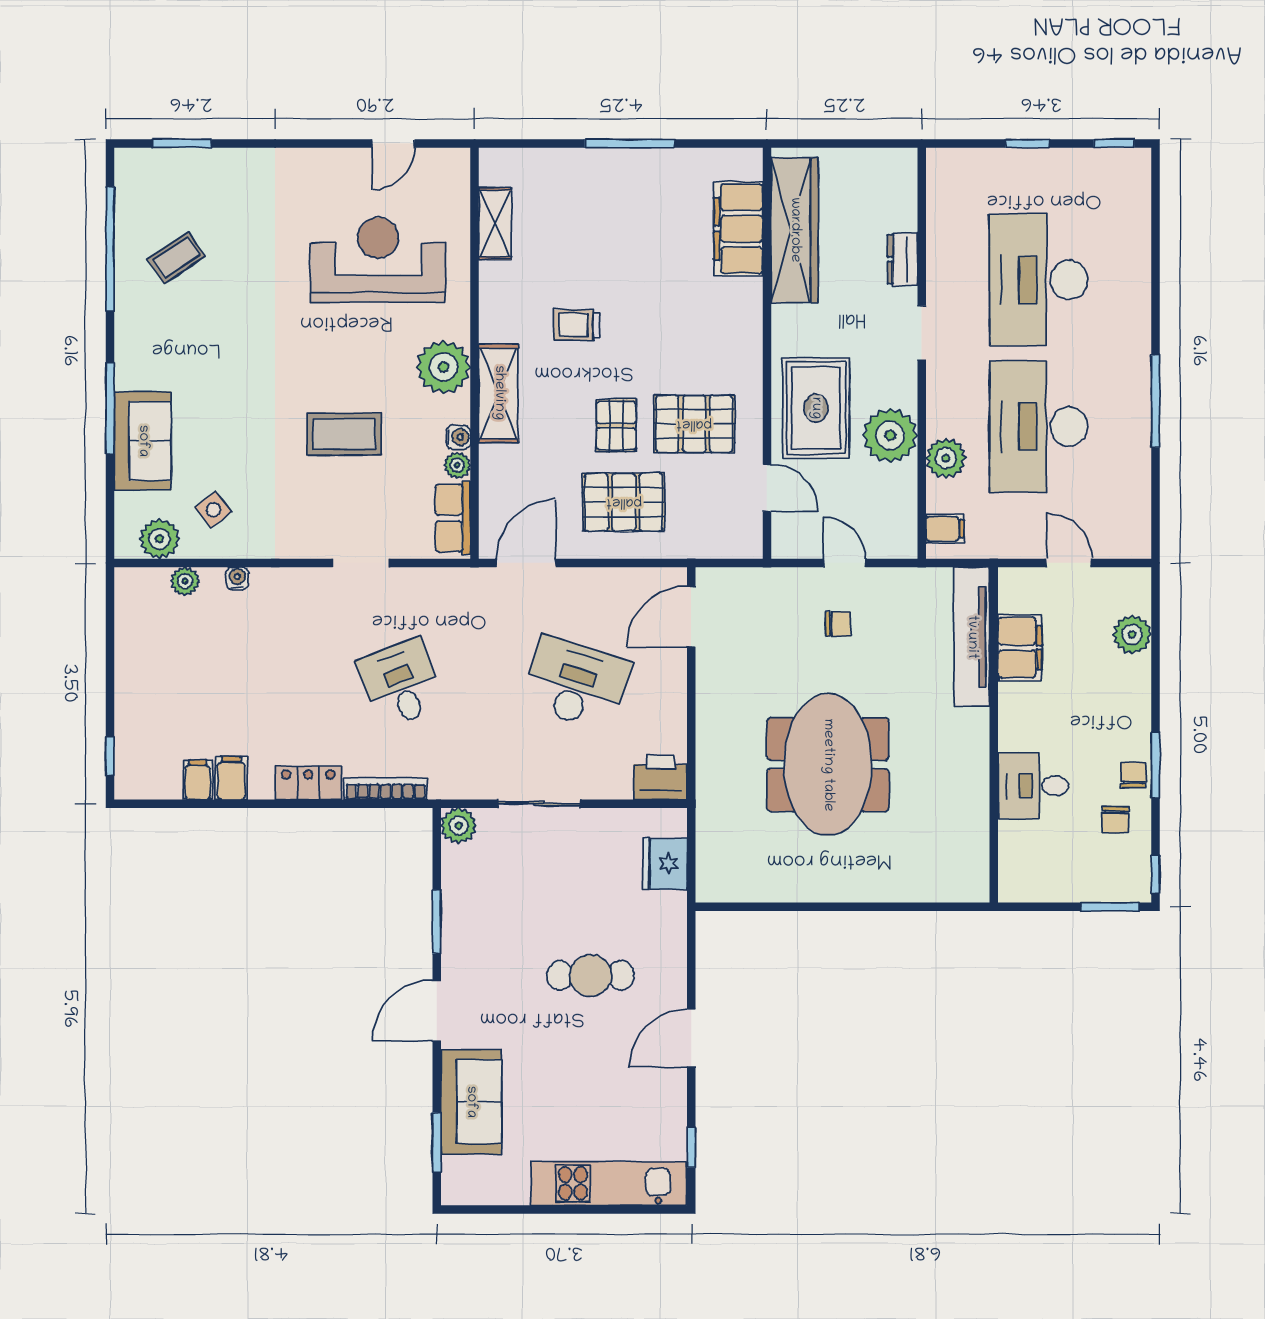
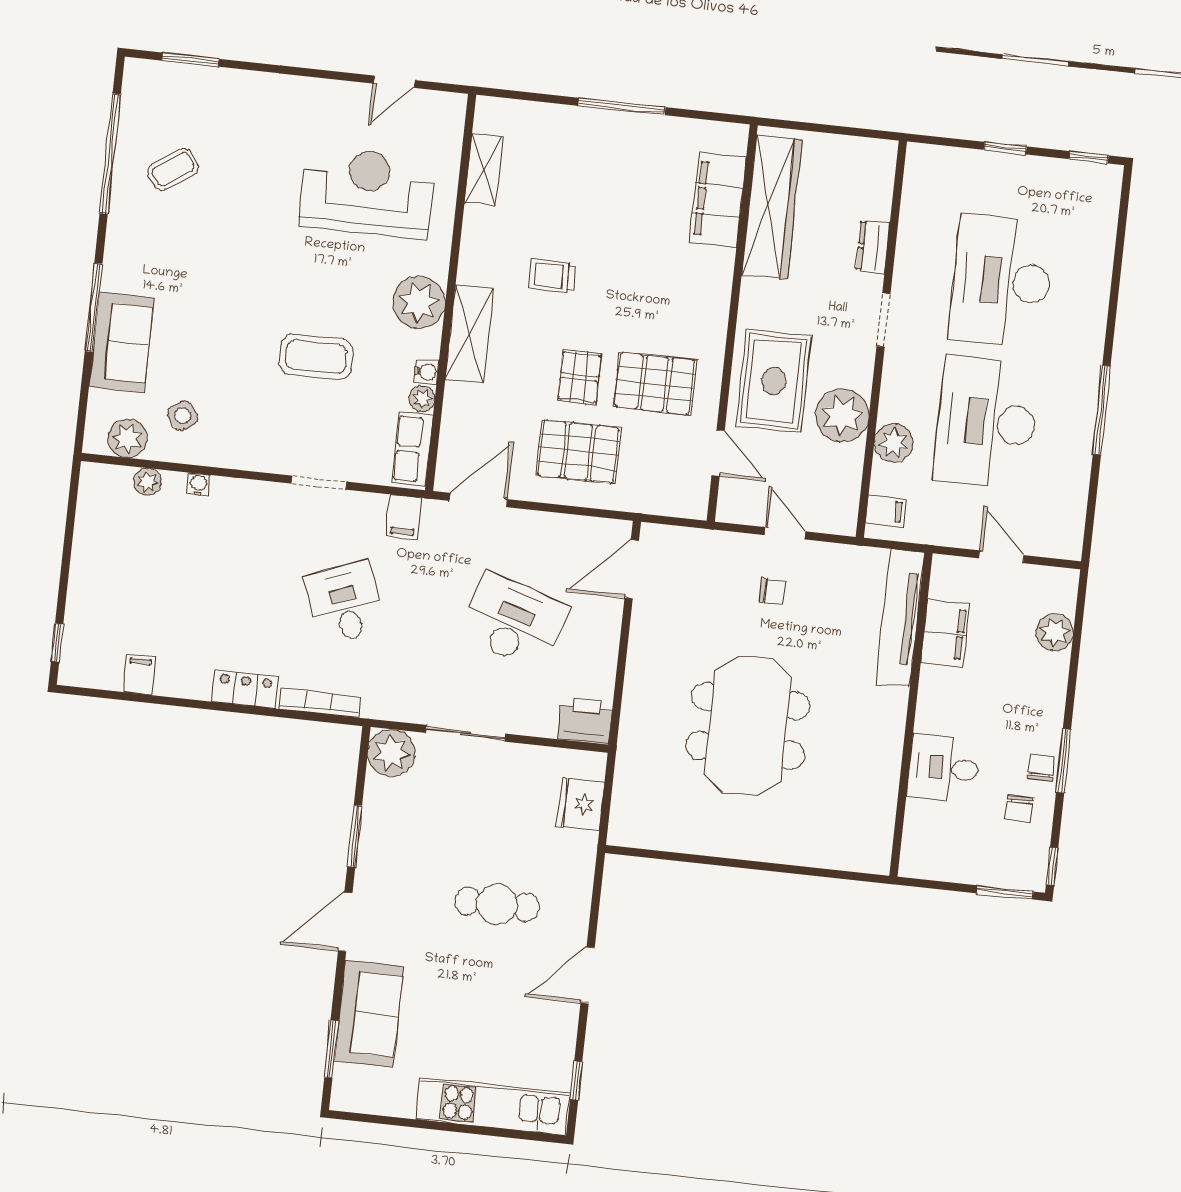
filing cabinet: (231, 778) -> (404, 517), moved, turned 180
plant: (459, 826) -> (391, 753), width x1.36, depth x1.36

